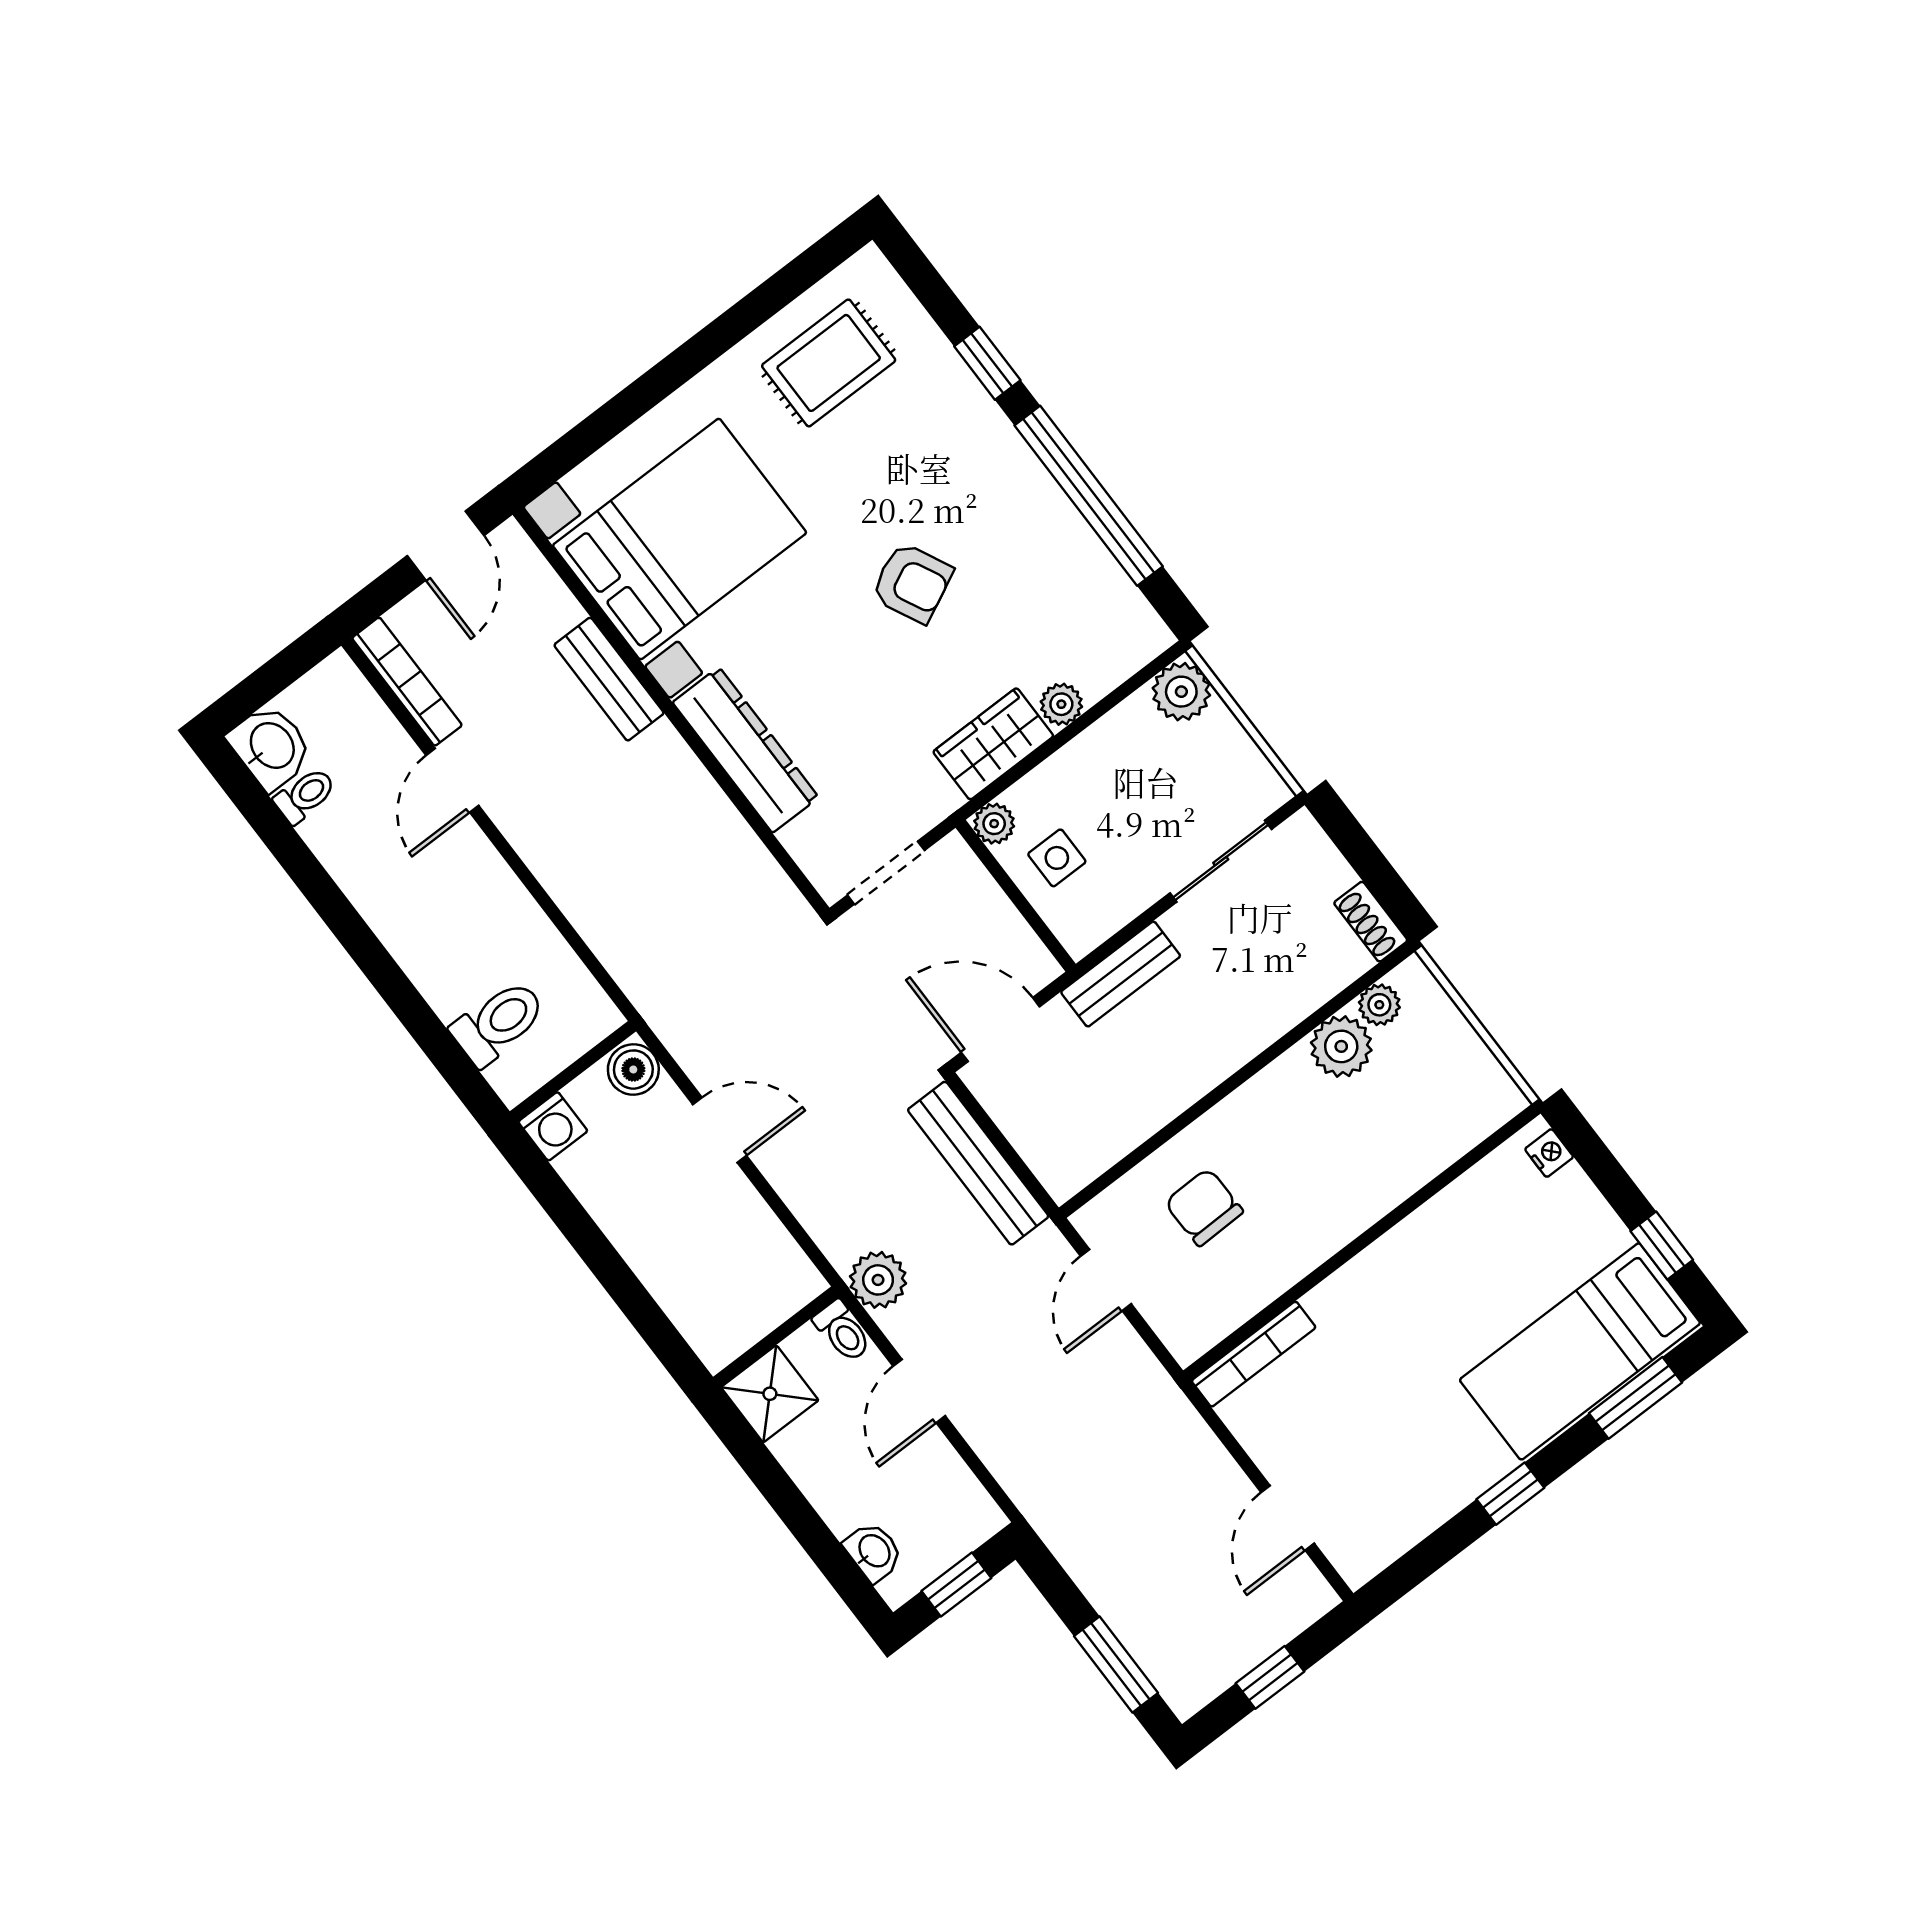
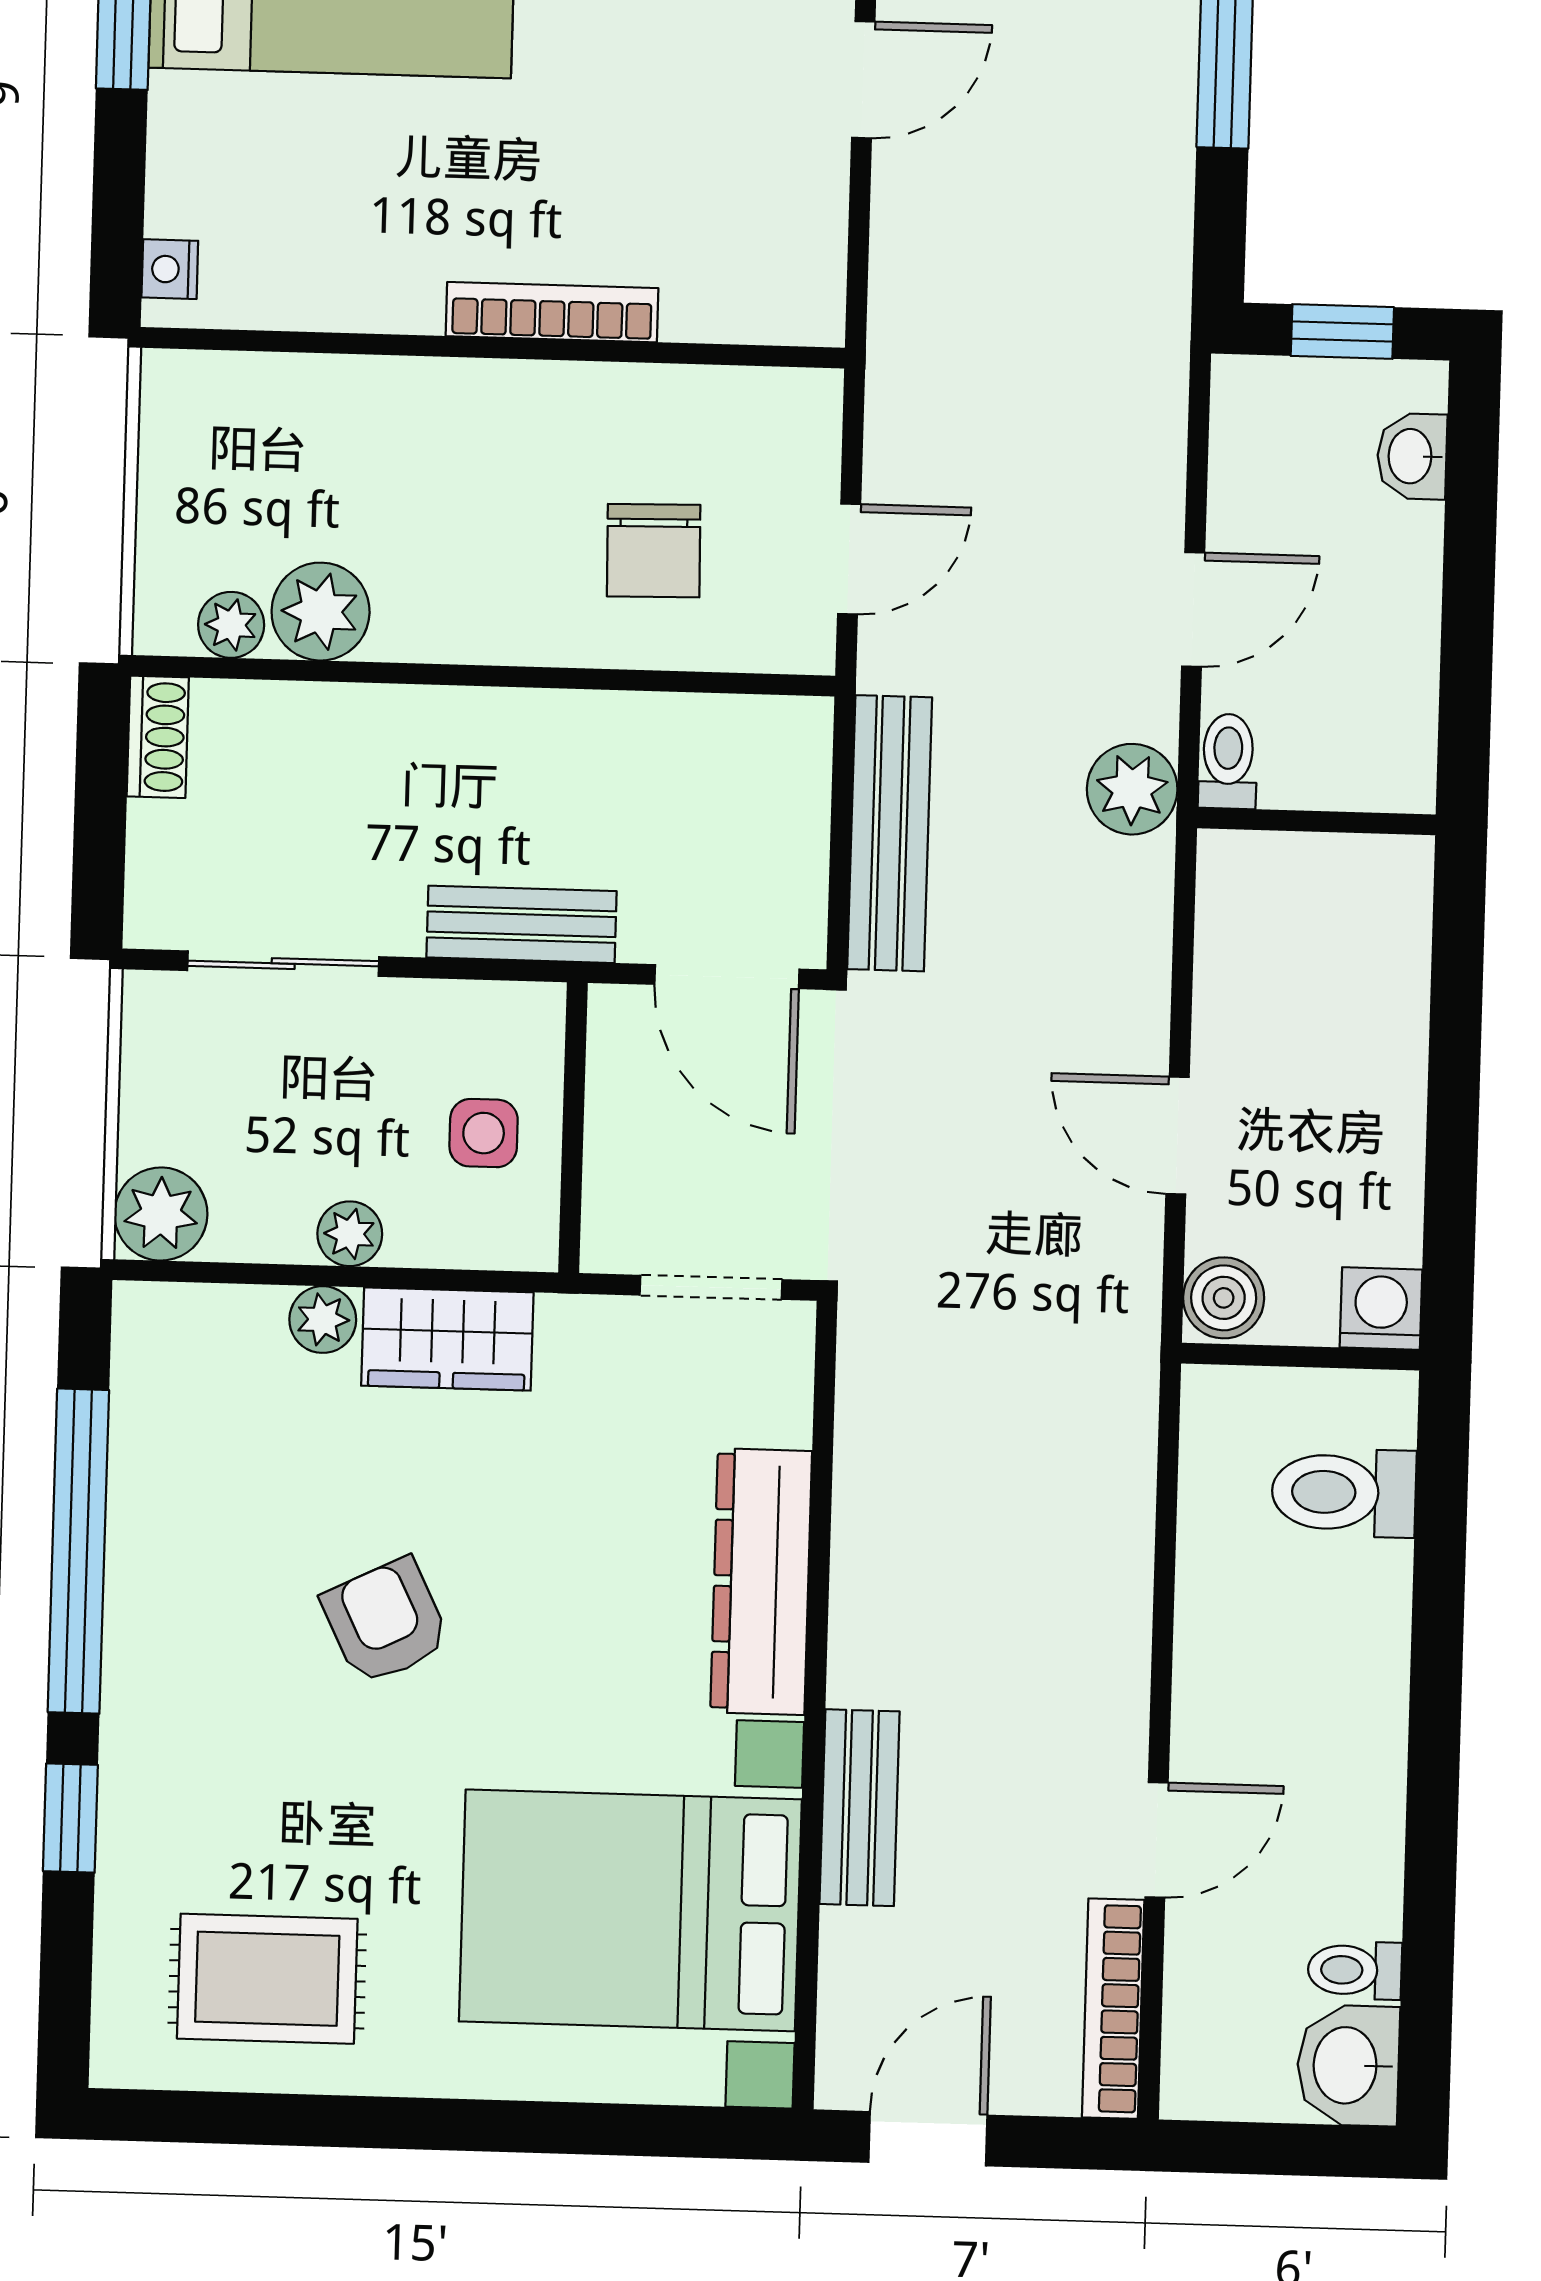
plant: (994, 824) -> (350, 1234), moved
bookcase: (1254, 1354) -> (552, 312), moved
shower: (770, 1394) -> (1382, 757), removed

